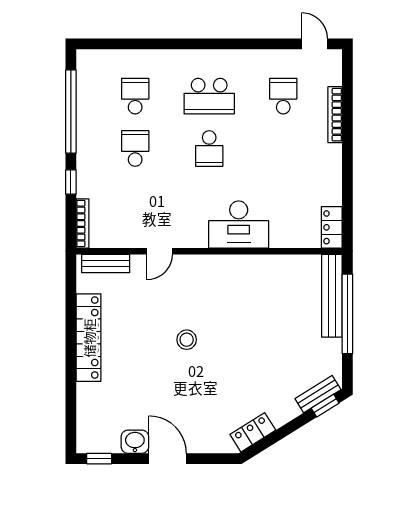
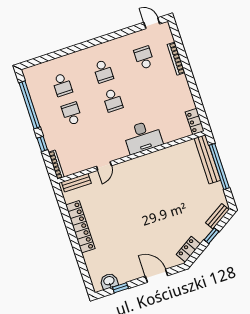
school desk: (135, 96) -> (62, 85), turned 180
school desk: (209, 96) -> (103, 71), width x0.54
stool: (187, 340) -> (135, 210), removed
window: (325, 406) -> (211, 236), moved
washbasin: (135, 442) -> (109, 281), moved
window: (99, 459) -> (120, 288), moved
door: (167, 459) -> (157, 276), moved

